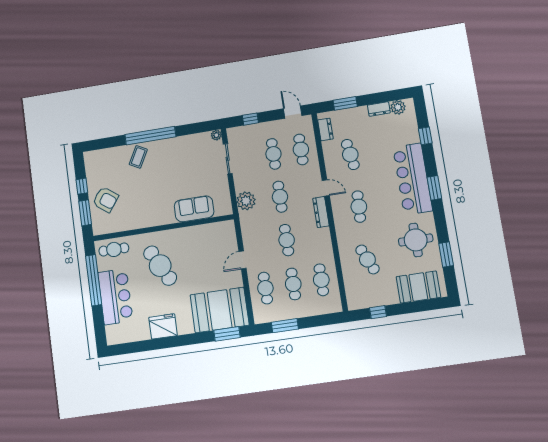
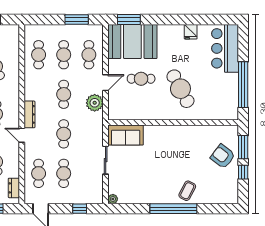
sliding door: (228, 159) -> (106, 160), moved
plant: (246, 201) -> (95, 103), moved
sofa: (194, 209) -> (126, 135), moved
cafe table: (114, 249) -> (141, 79), moved
bar counter: (115, 297) -> (225, 48), moved
fridge: (163, 326) -> (191, 32), width x0.53, depth x0.75

